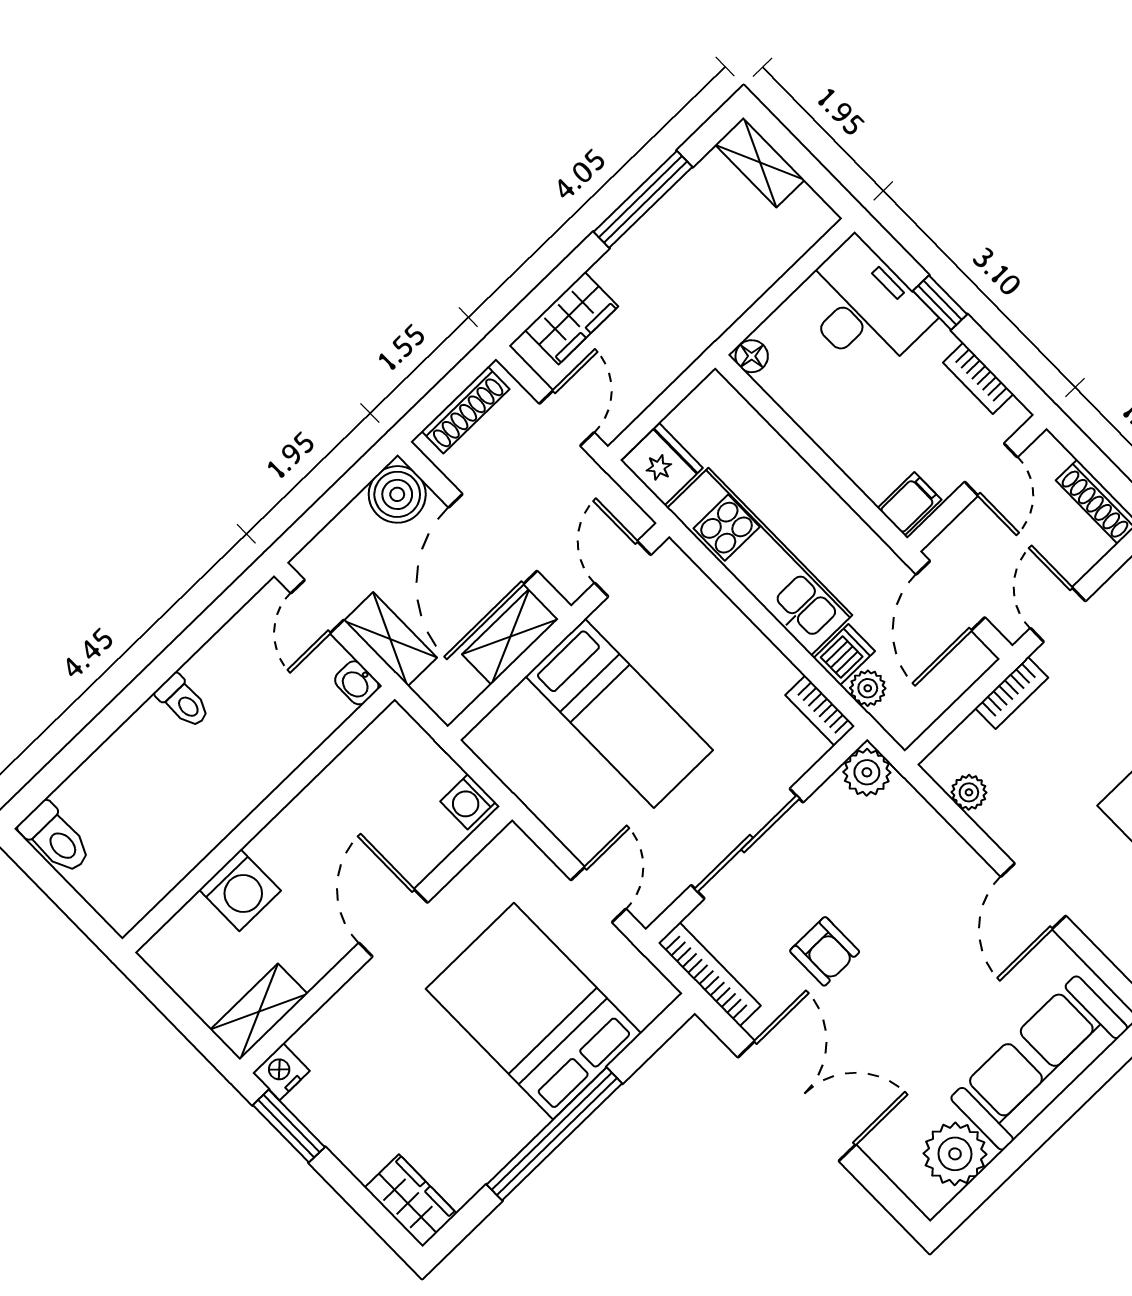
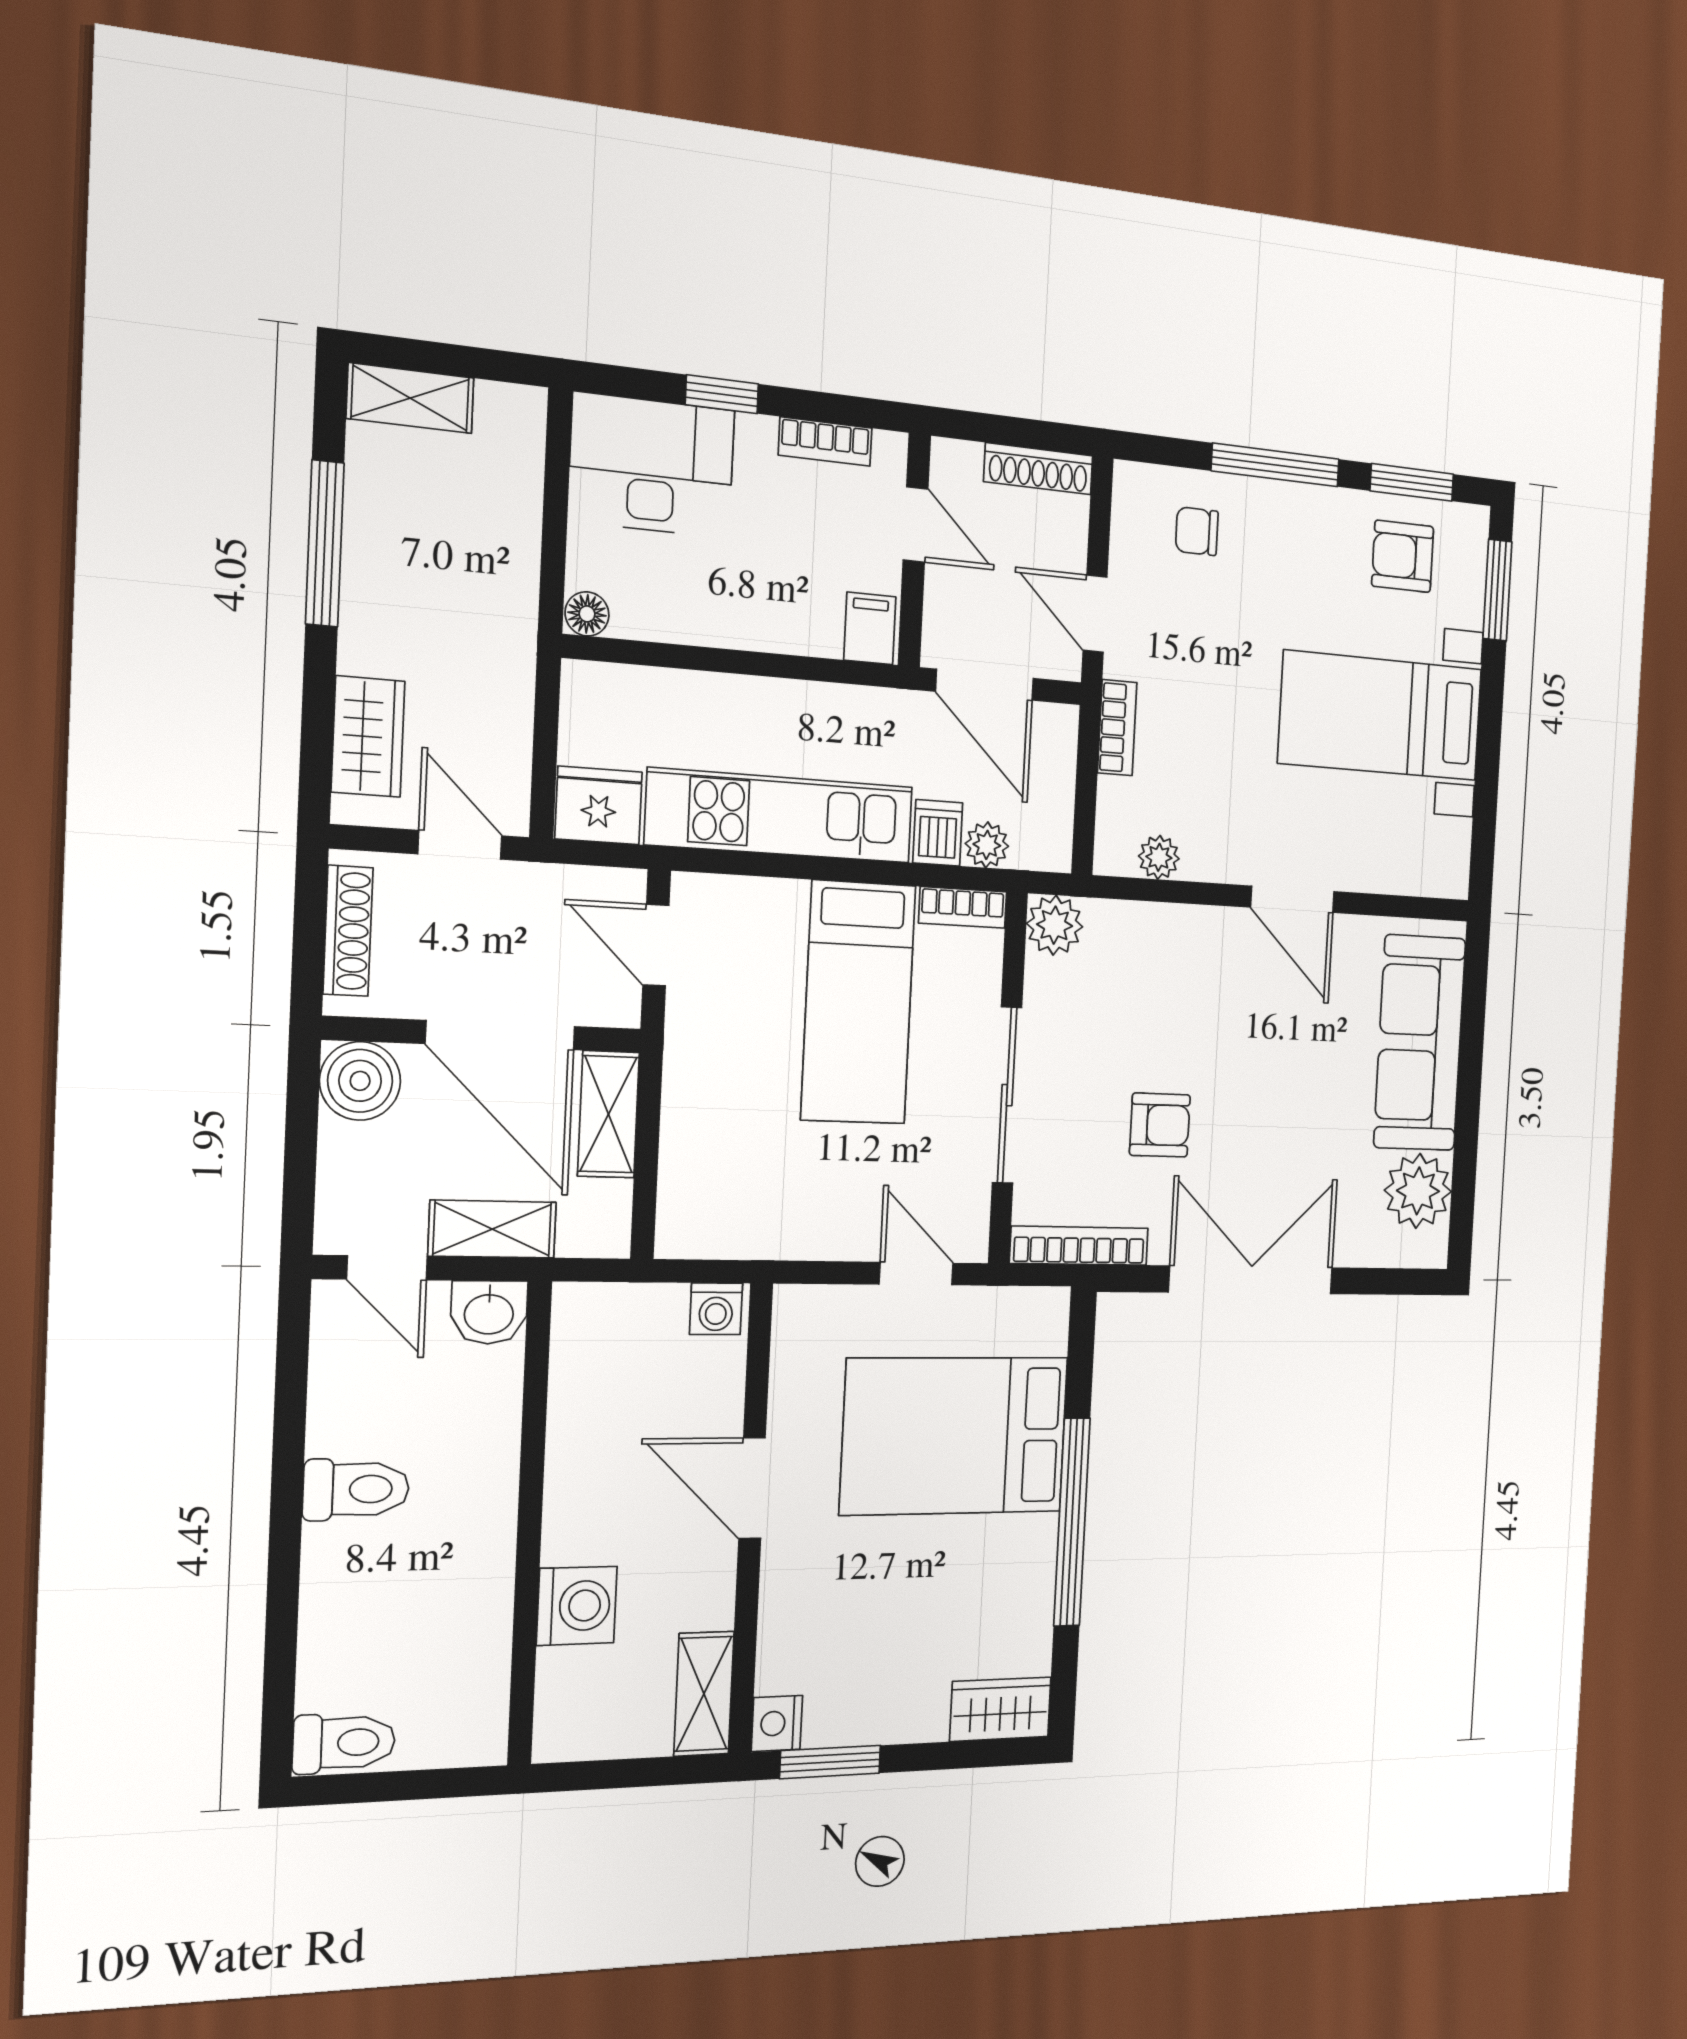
washbasin: (357, 683) -> (489, 1312), width x1.38, depth x1.45
toilet: (183, 701) -> (356, 1489), width x1.37, depth x1.39
bed: (619, 713) -> (858, 1002), moved, turned 90

